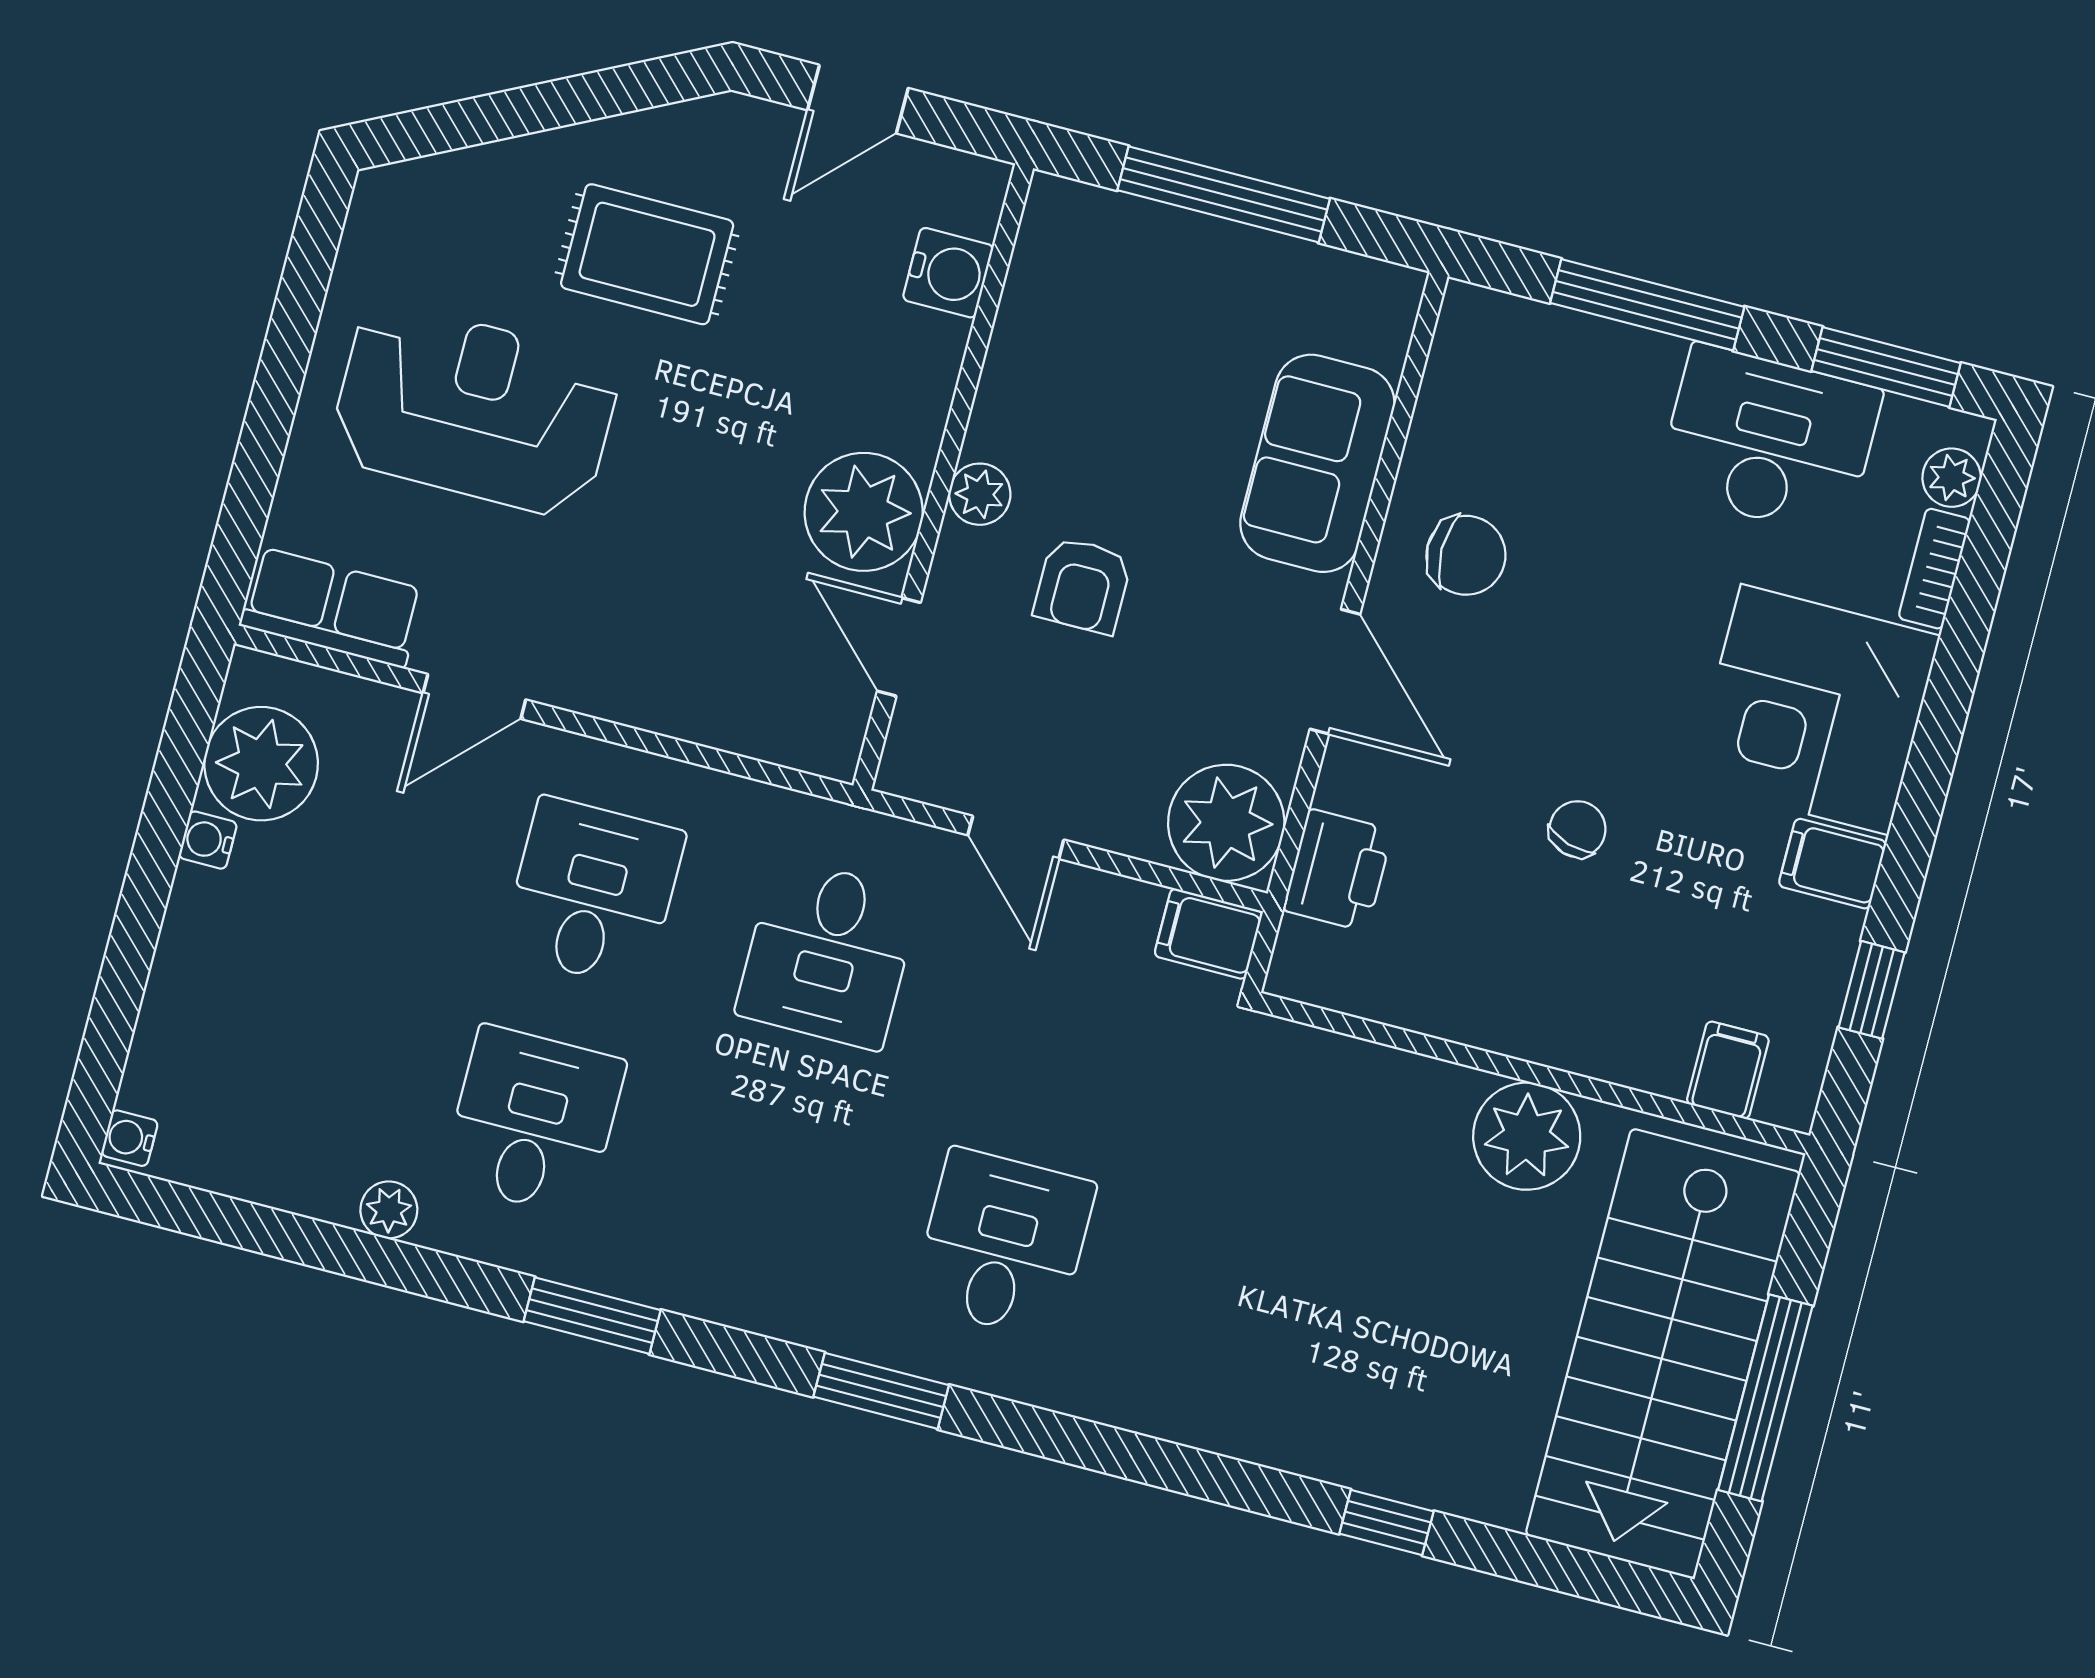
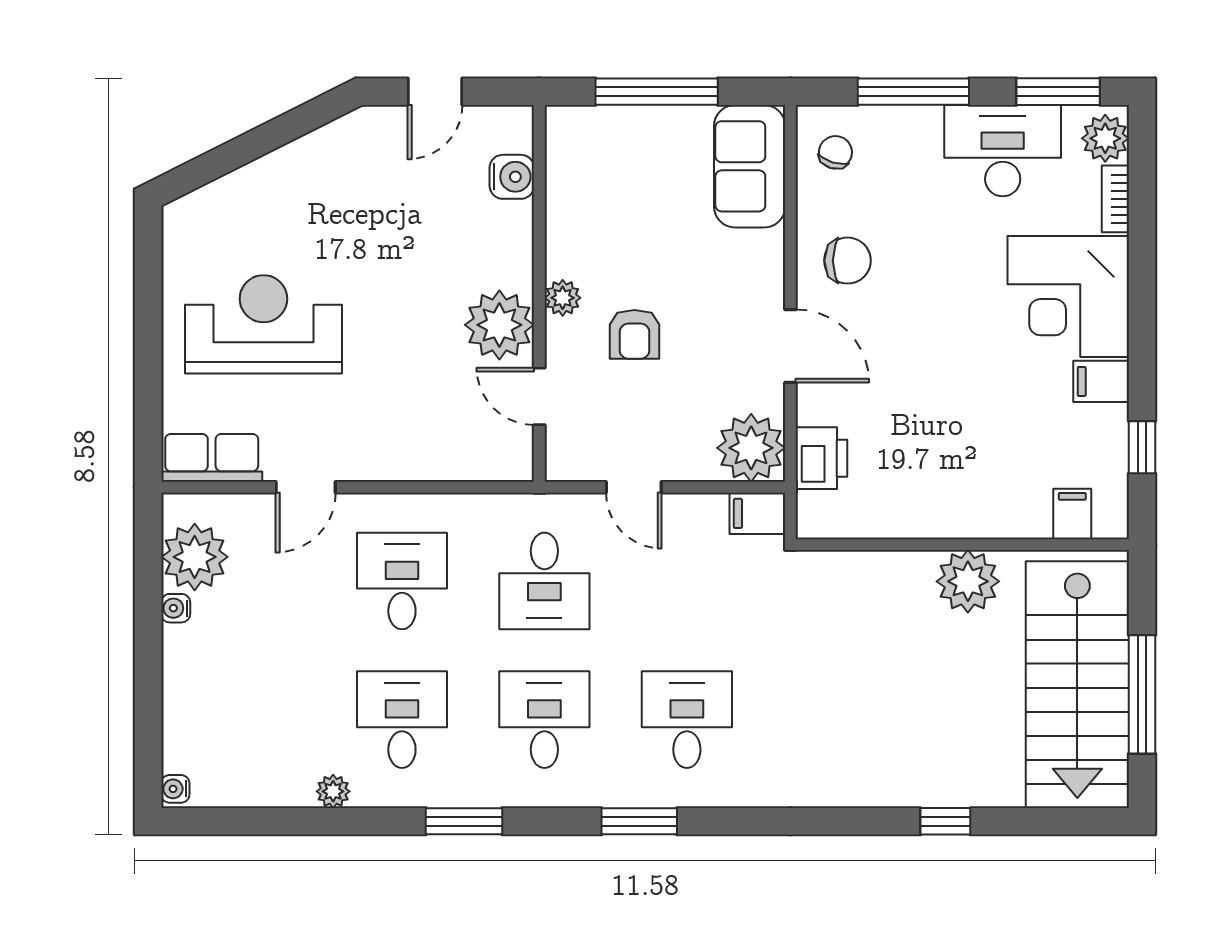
rug: (647, 254) -> (338, 211), removed
sofa: (1317, 463) -> (750, 166), moved
plant: (1952, 478) -> (1105, 138), width x1.38, depth x1.38
chair: (1578, 829) -> (835, 152), moved
desk: (768, 1182) -> (544, 720), added

